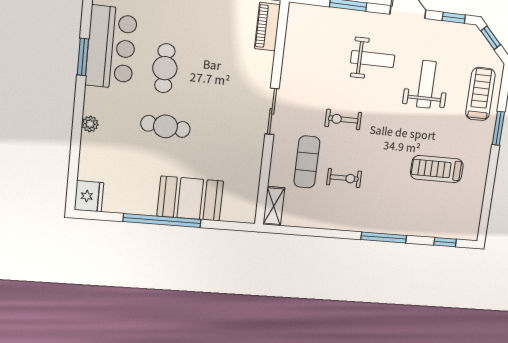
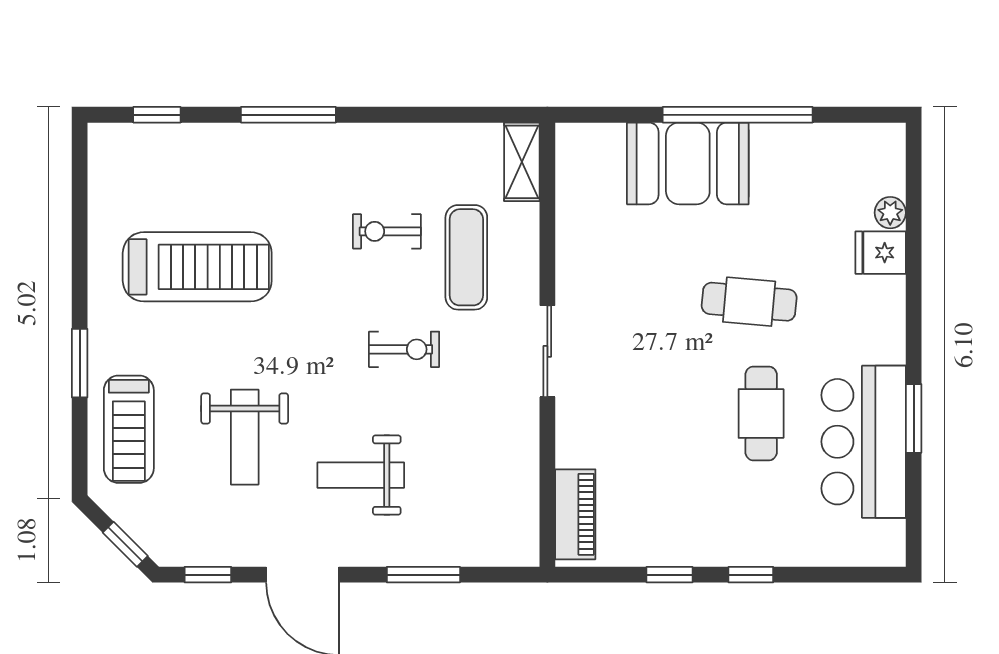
plant: (90, 124) -> (890, 213), moved
treadmill: (437, 169) -> (197, 267), width x1.37, depth x1.38
fridge: (89, 196) -> (881, 253), moved, width x0.72

